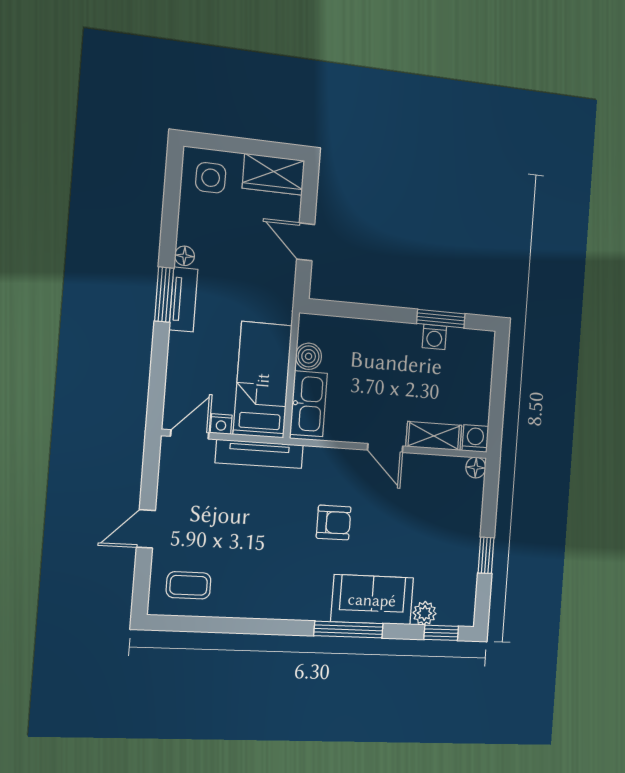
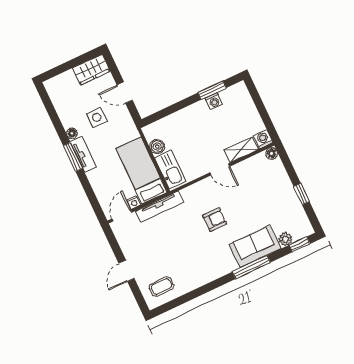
side table: (211, 178) -> (97, 117), moved

